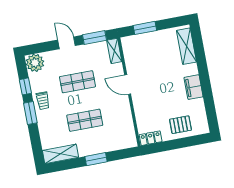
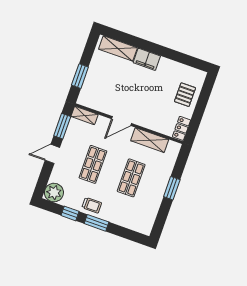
filing cabinet: (194, 87) -> (147, 59), moved
shelving: (61, 154) -> (150, 140), moved, turned 90

